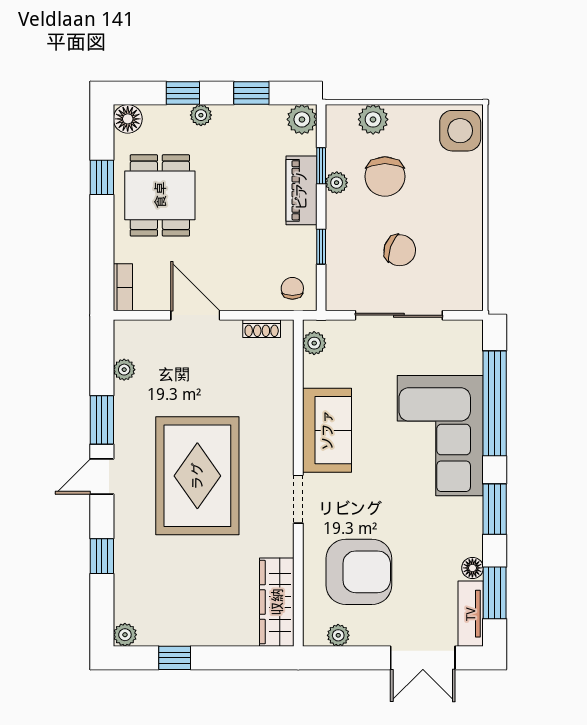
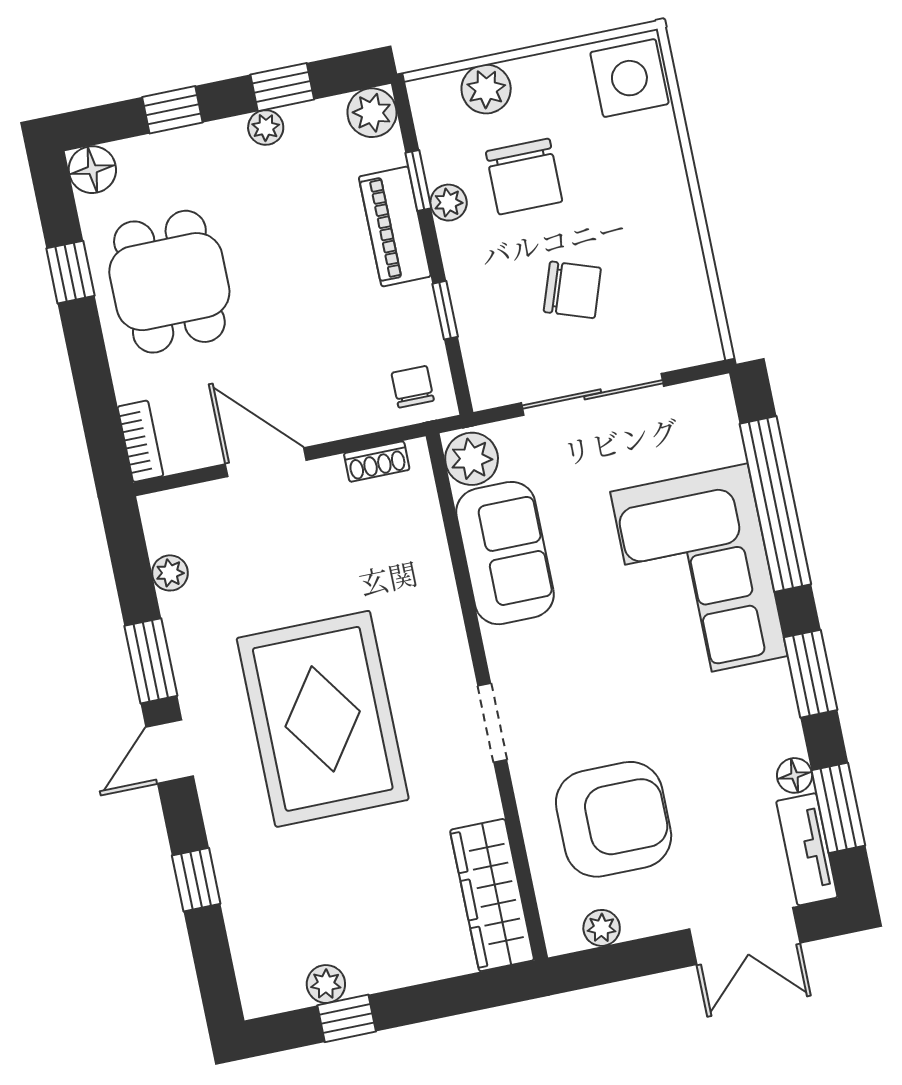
plant: (201, 115) -> (266, 128), moved
plant: (314, 343) -> (472, 459), width x1.38, depth x1.38
sofa: (327, 430) -> (505, 553), moved
plant: (125, 635) -> (326, 984), moved

